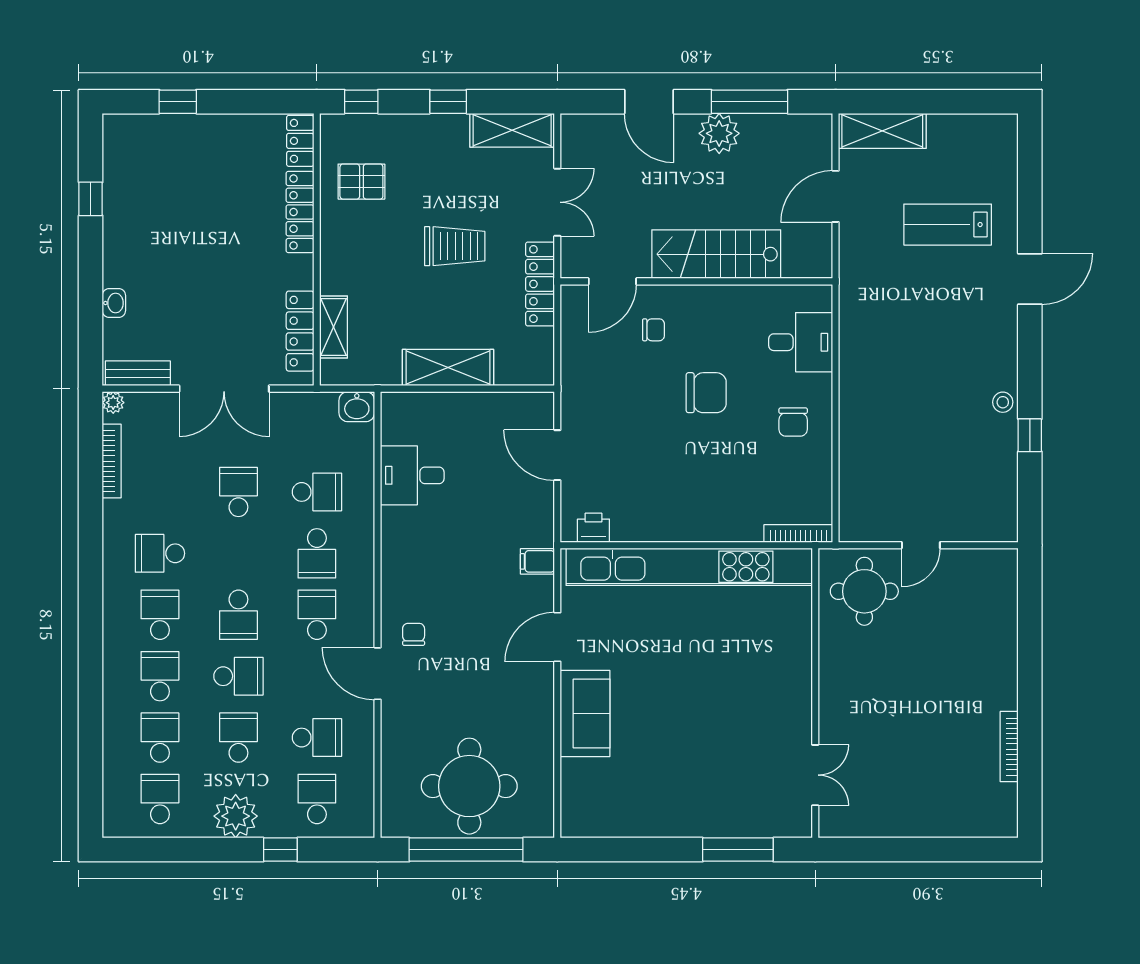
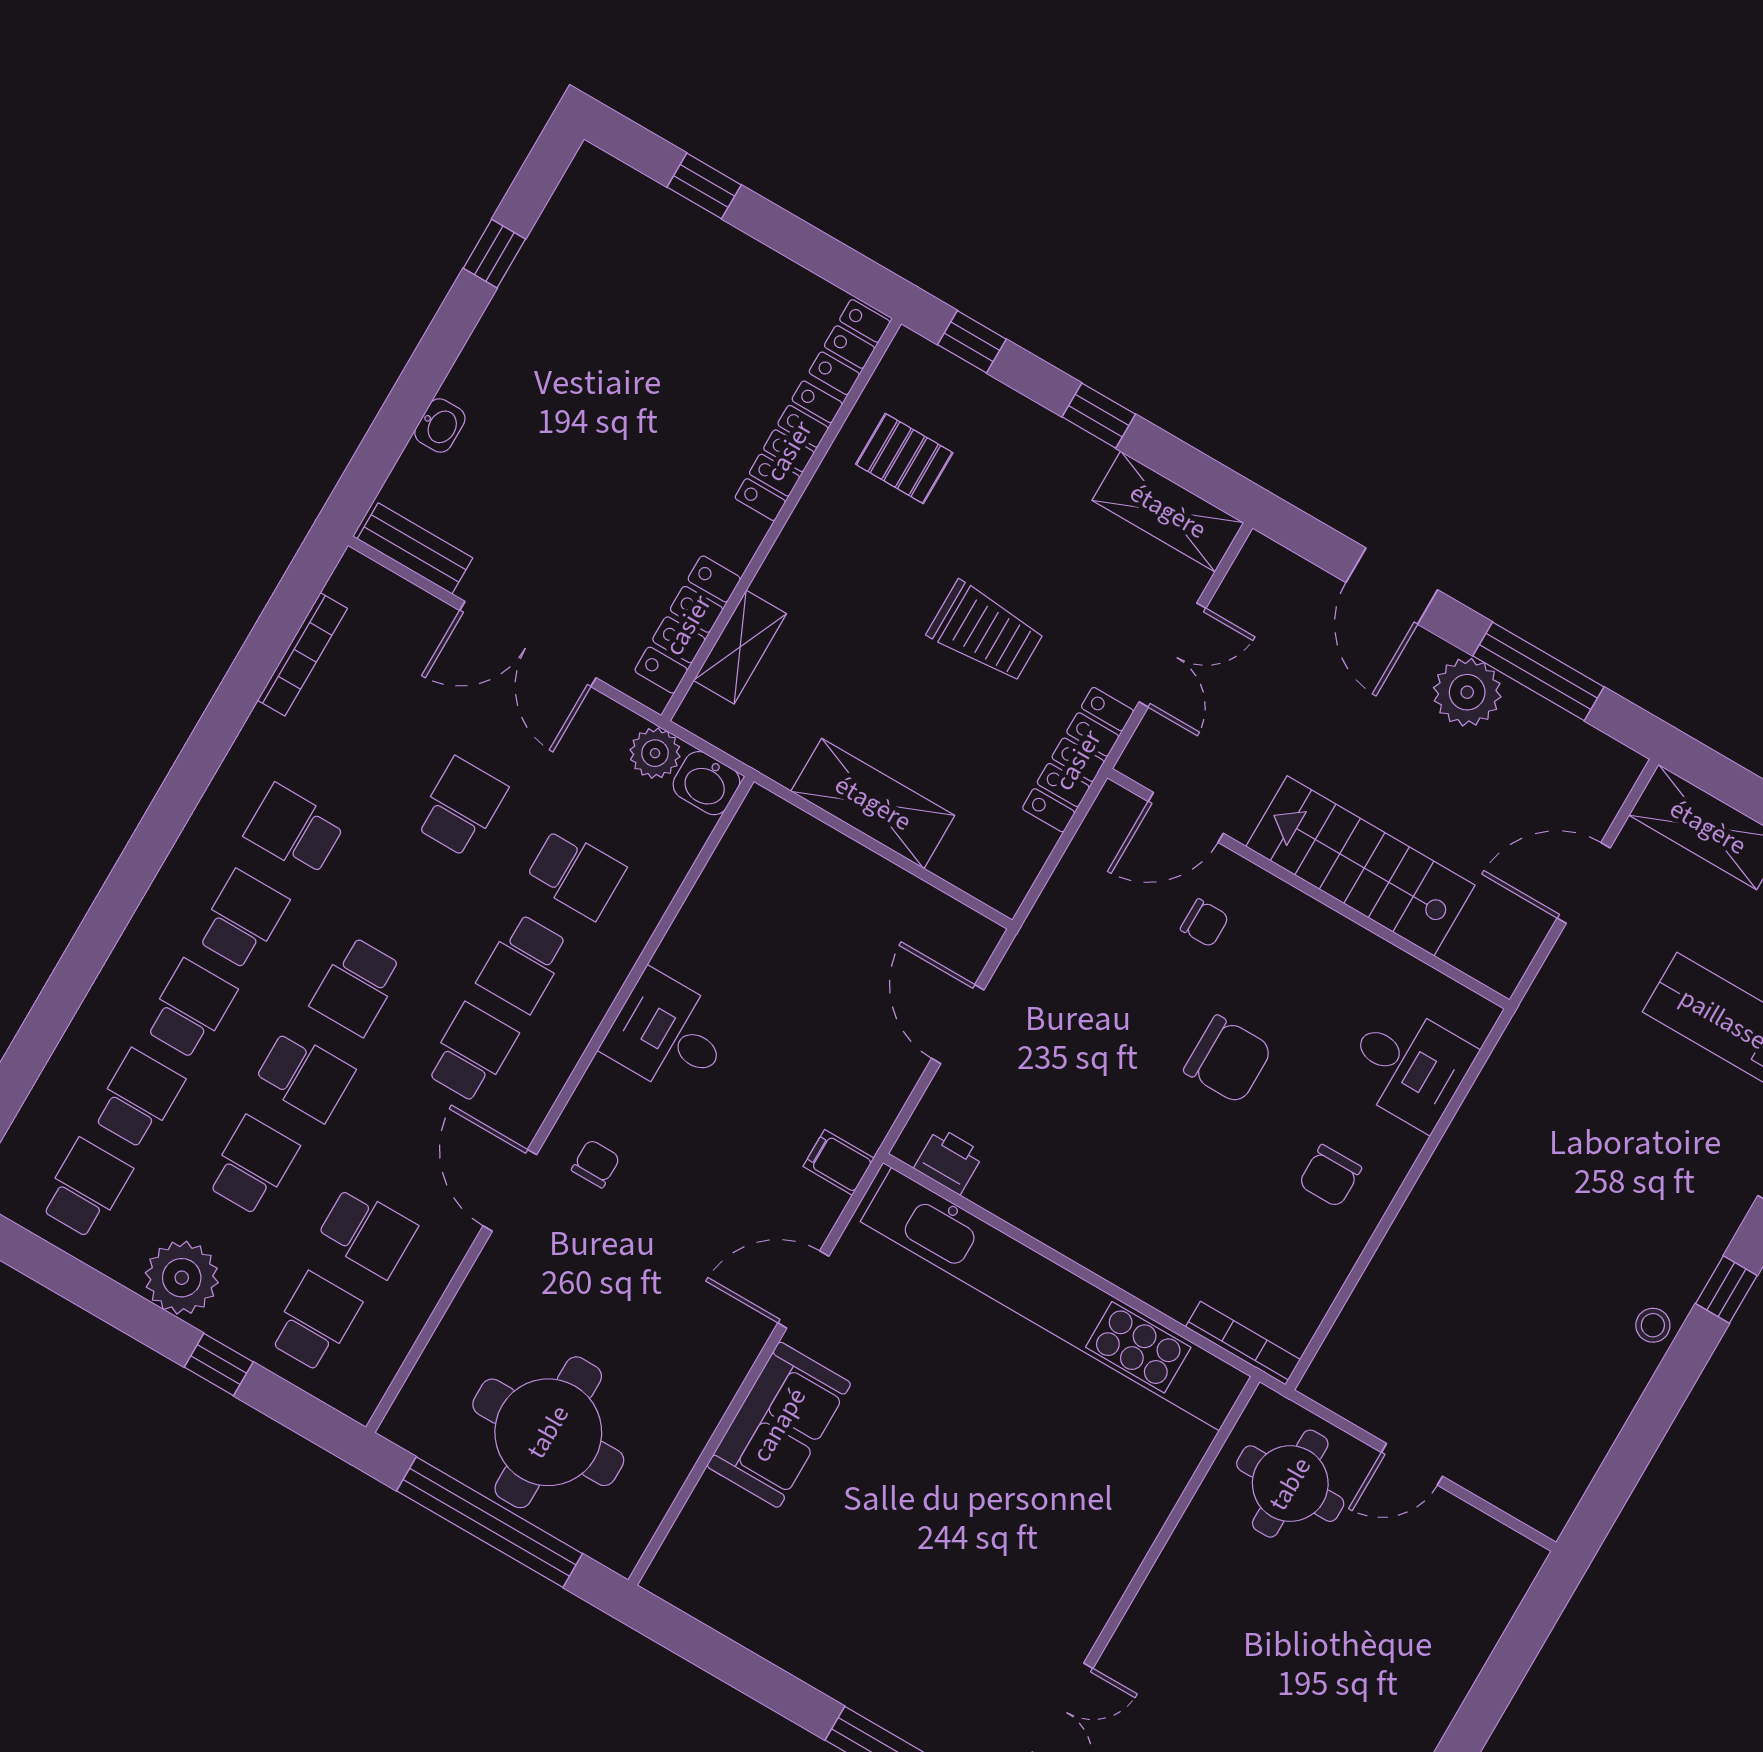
plant: (113, 403) -> (655, 753), moved, width x1.38, depth x1.38
window: (1030, 435) -> (1726, 1290), moved
desk: (412, 475) -> (668, 1034), moved

